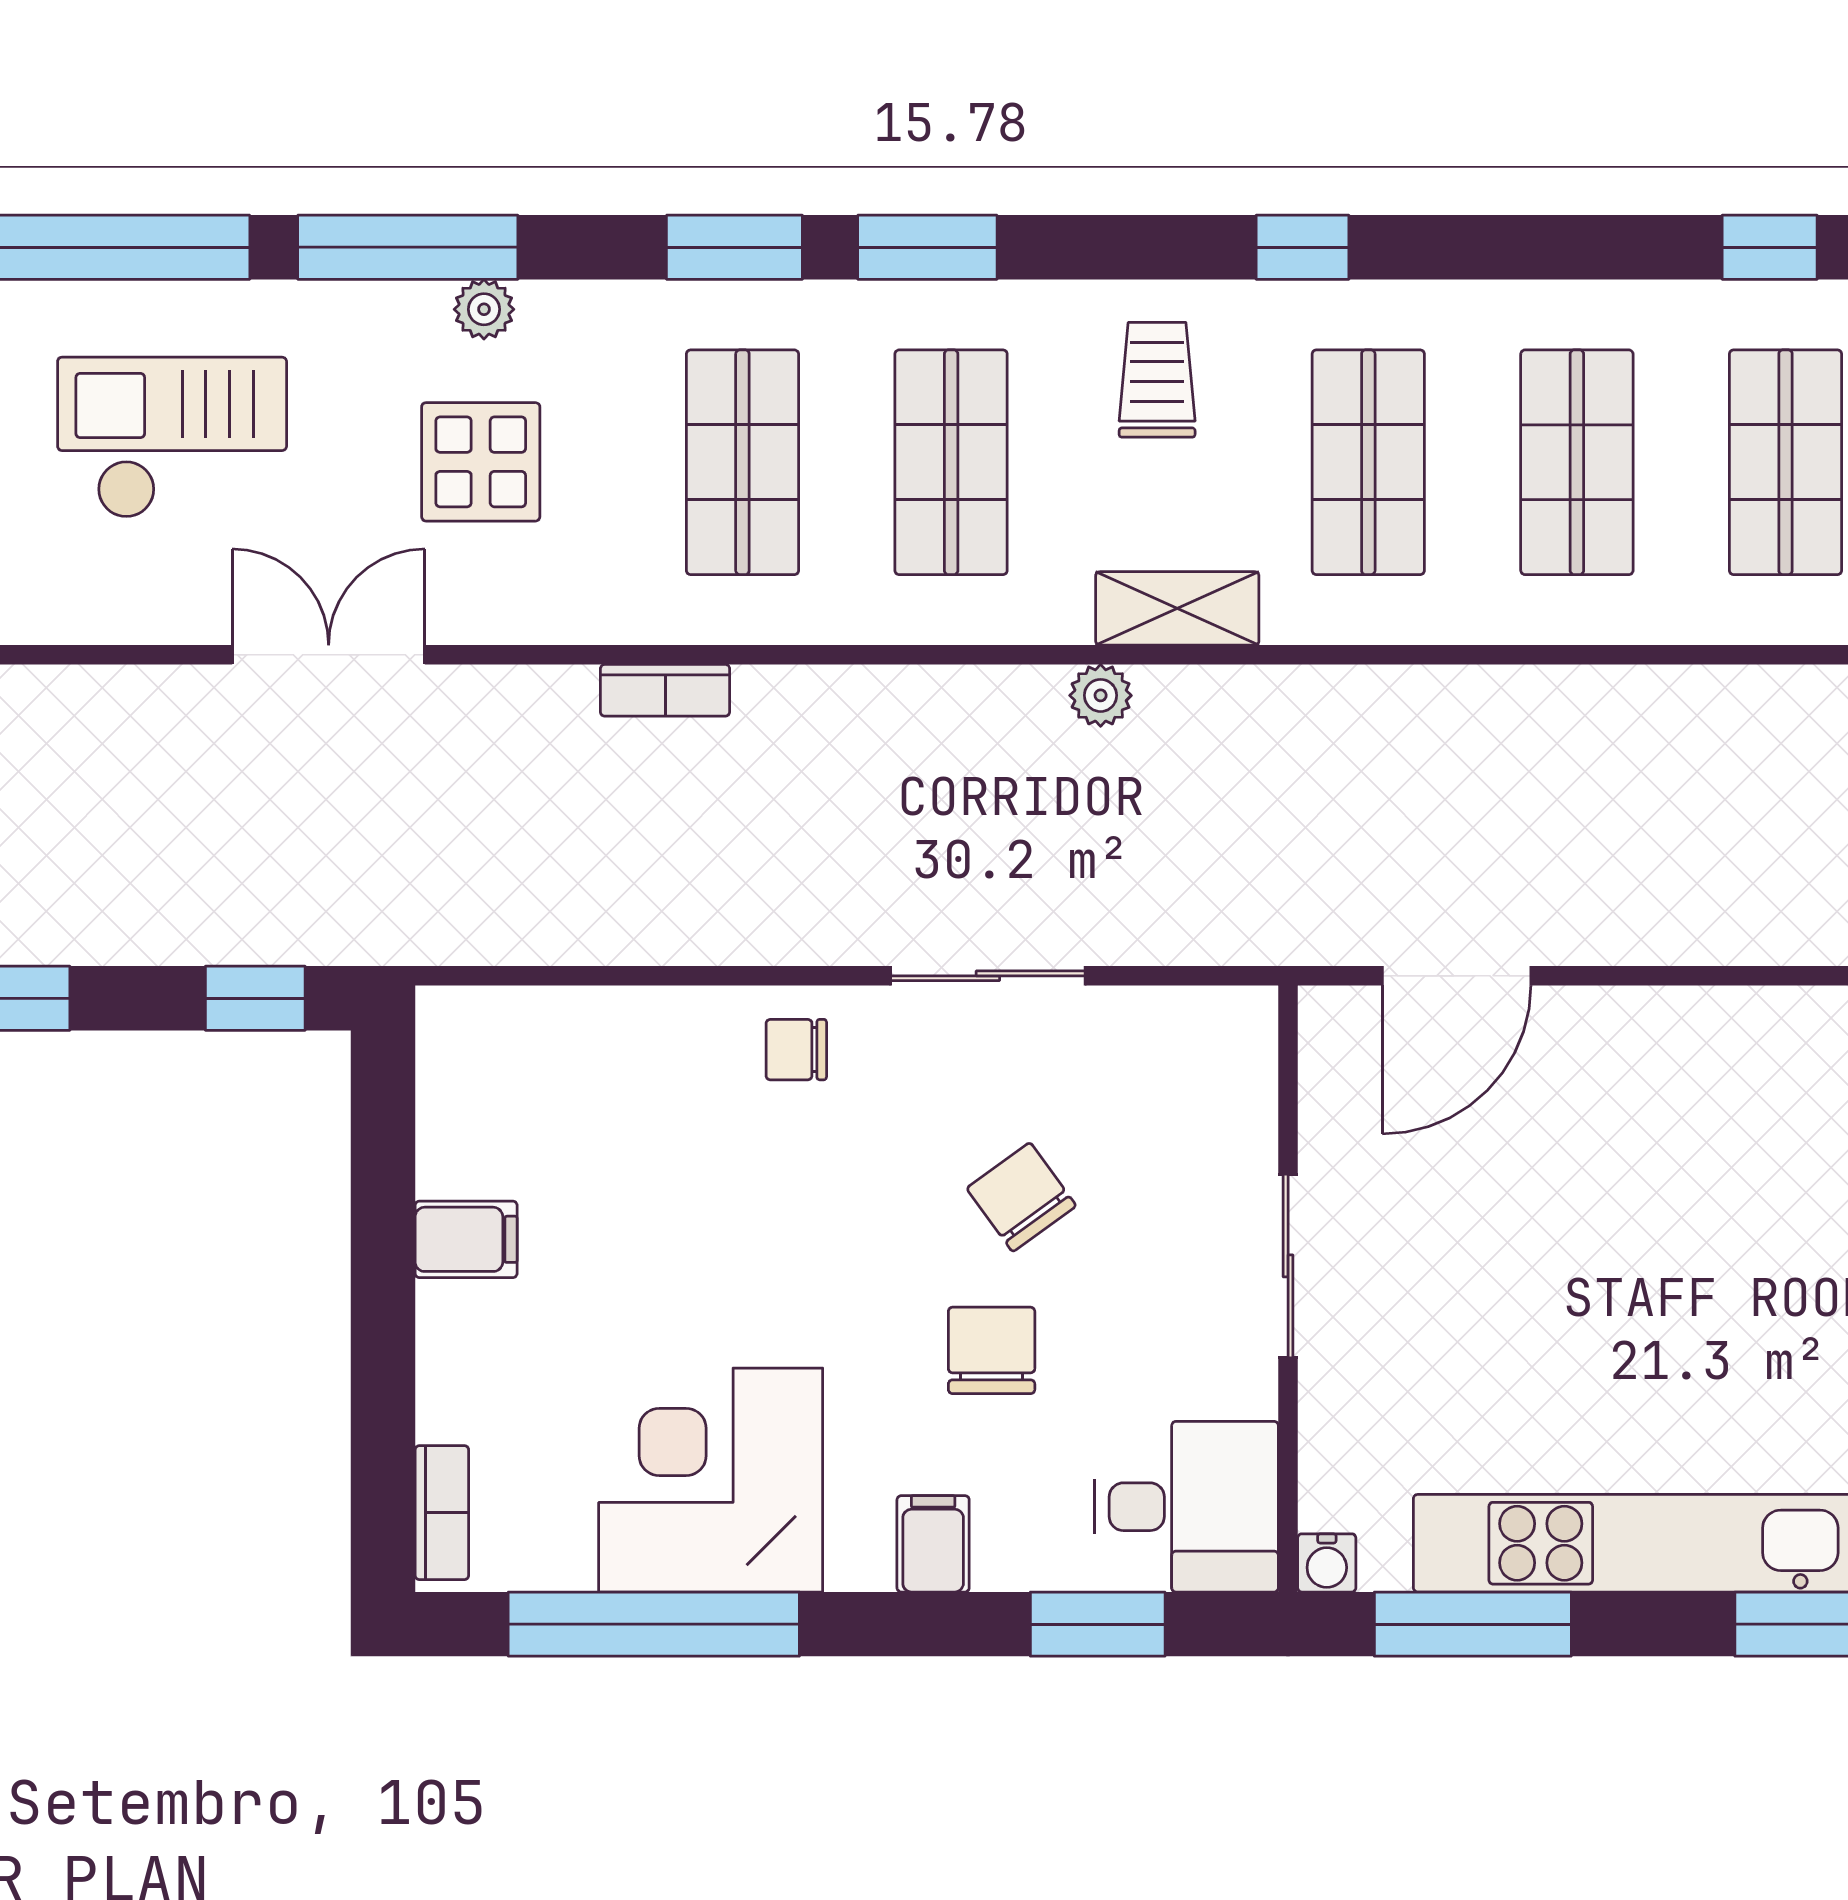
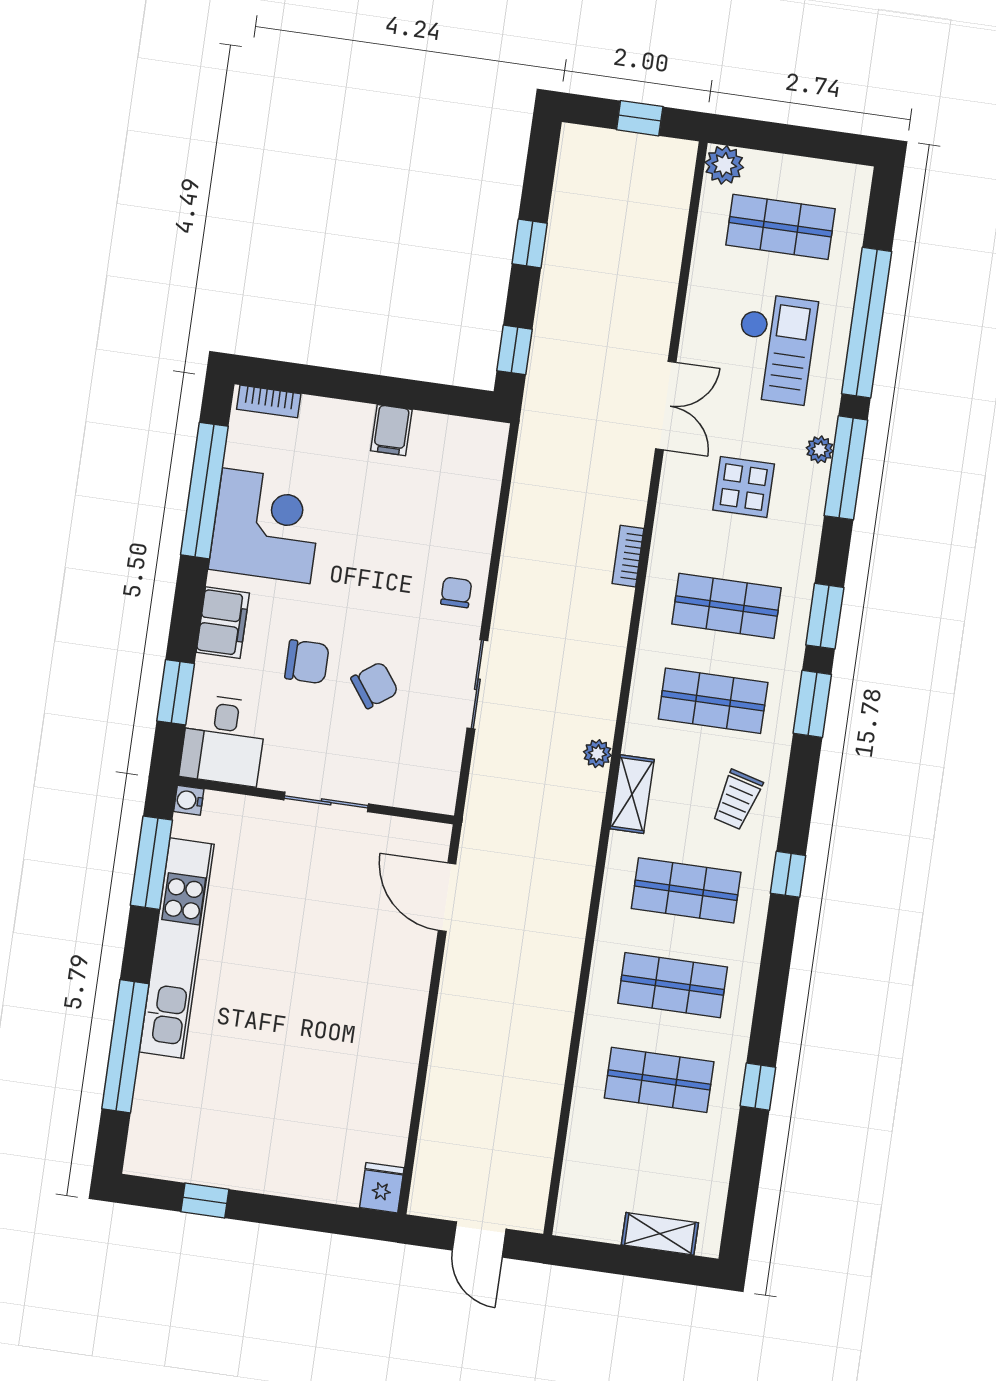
plant: (484, 309) -> (820, 450), moved
trolley: (1157, 380) -> (737, 800), turned 105
filing cabinet: (933, 1544) -> (223, 623), width x2.00

